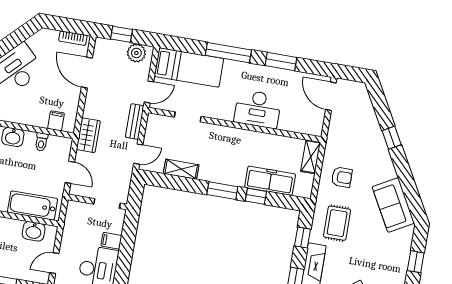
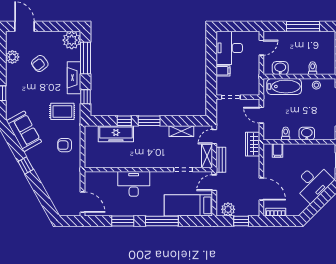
window: (392, 138) -> (26, 166), moved
shelving: (311, 157) -> (207, 156), moved
rug: (337, 223) -> (62, 111), turned 90

